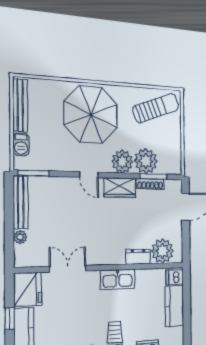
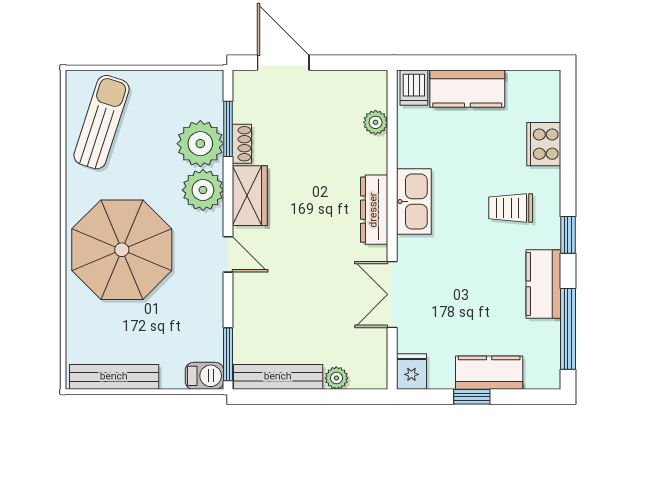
sun lounger: (156, 108) -> (101, 122), turned 39
barbecue: (21, 144) -> (204, 376), moved
door: (89, 175) -> (228, 254), hinge flipped
shoe rack: (150, 184) -> (242, 144), width x0.70
plant: (163, 251) -> (376, 122), width x0.53, depth x0.53
dresser: (138, 257) -> (374, 210), moved, width x1.44
fridge: (28, 289) -> (411, 372), width x0.53, depth x0.75

